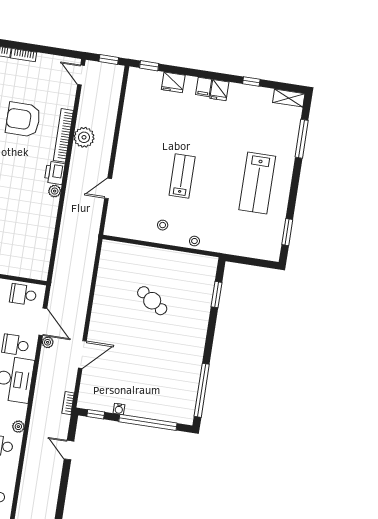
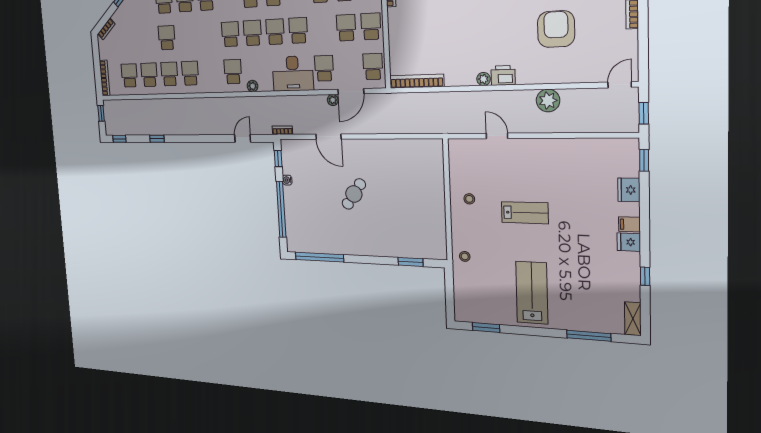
bookcase: (63, 135) -> (417, 81), moved
lab bench: (257, 183) -> (532, 293), turned 90
stool: (194, 241) -> (465, 256), moved
cafe table: (152, 301) -> (354, 194), moved

